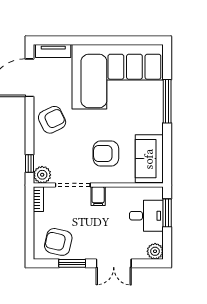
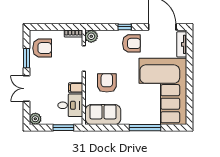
armchair: (52, 120) -> (131, 43), turned -64
window: (30, 163) -> (125, 27), moved
filing cabinet: (98, 196) -> (76, 88), moved
desk: (146, 216) -> (70, 105), moved, turned -90
armchair: (58, 242) -> (42, 48), turned 77

